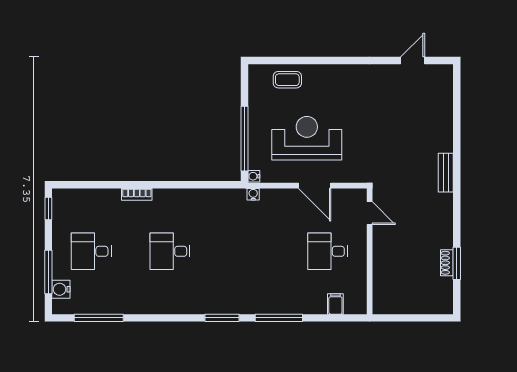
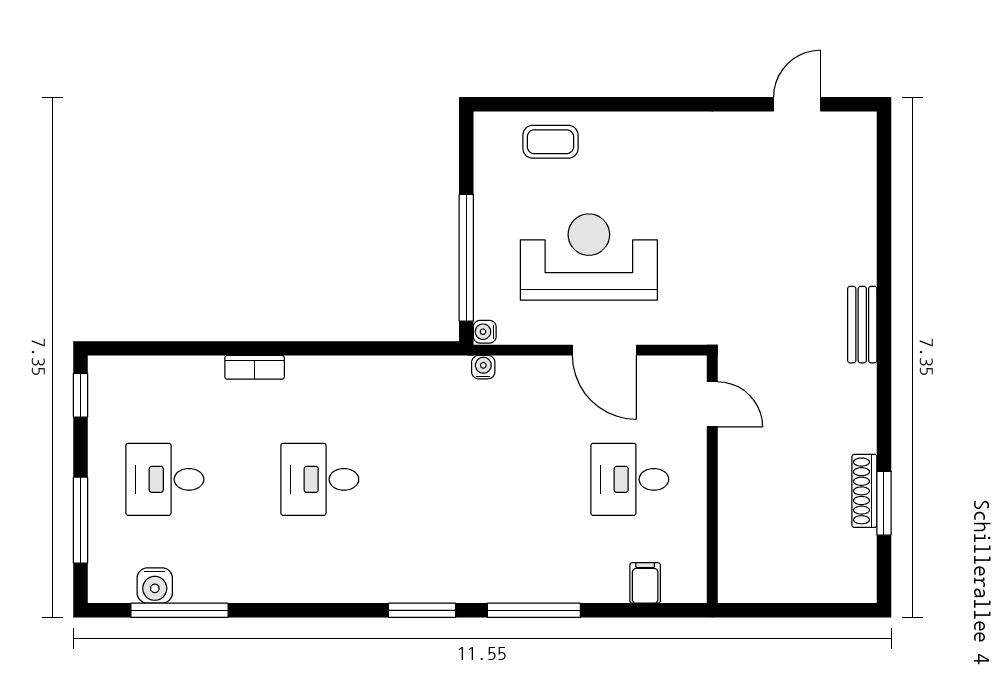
shoe rack: (447, 263) -> (864, 491), width x1.43
water cooler: (61, 289) -> (155, 586), moved, turned -90

